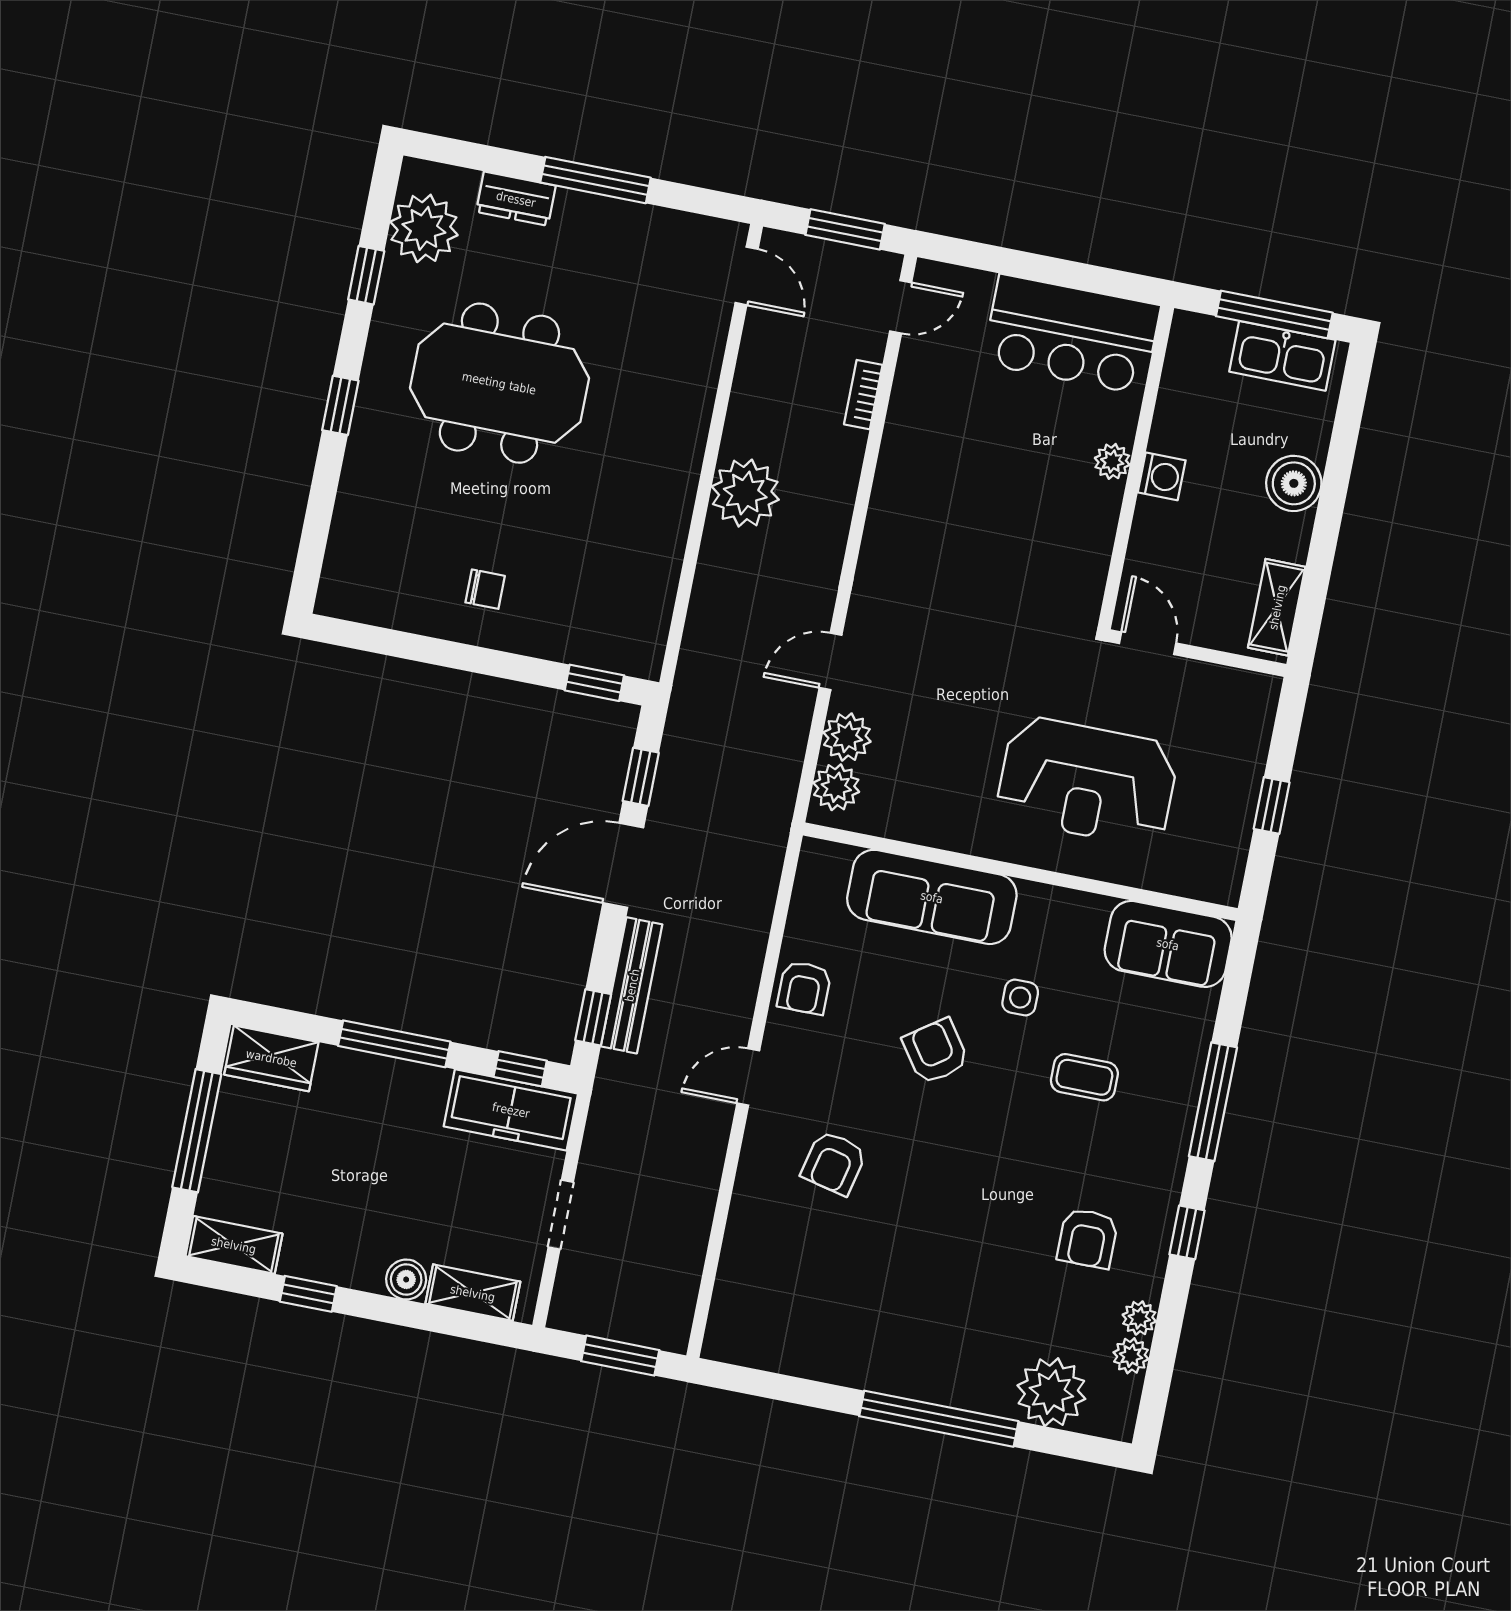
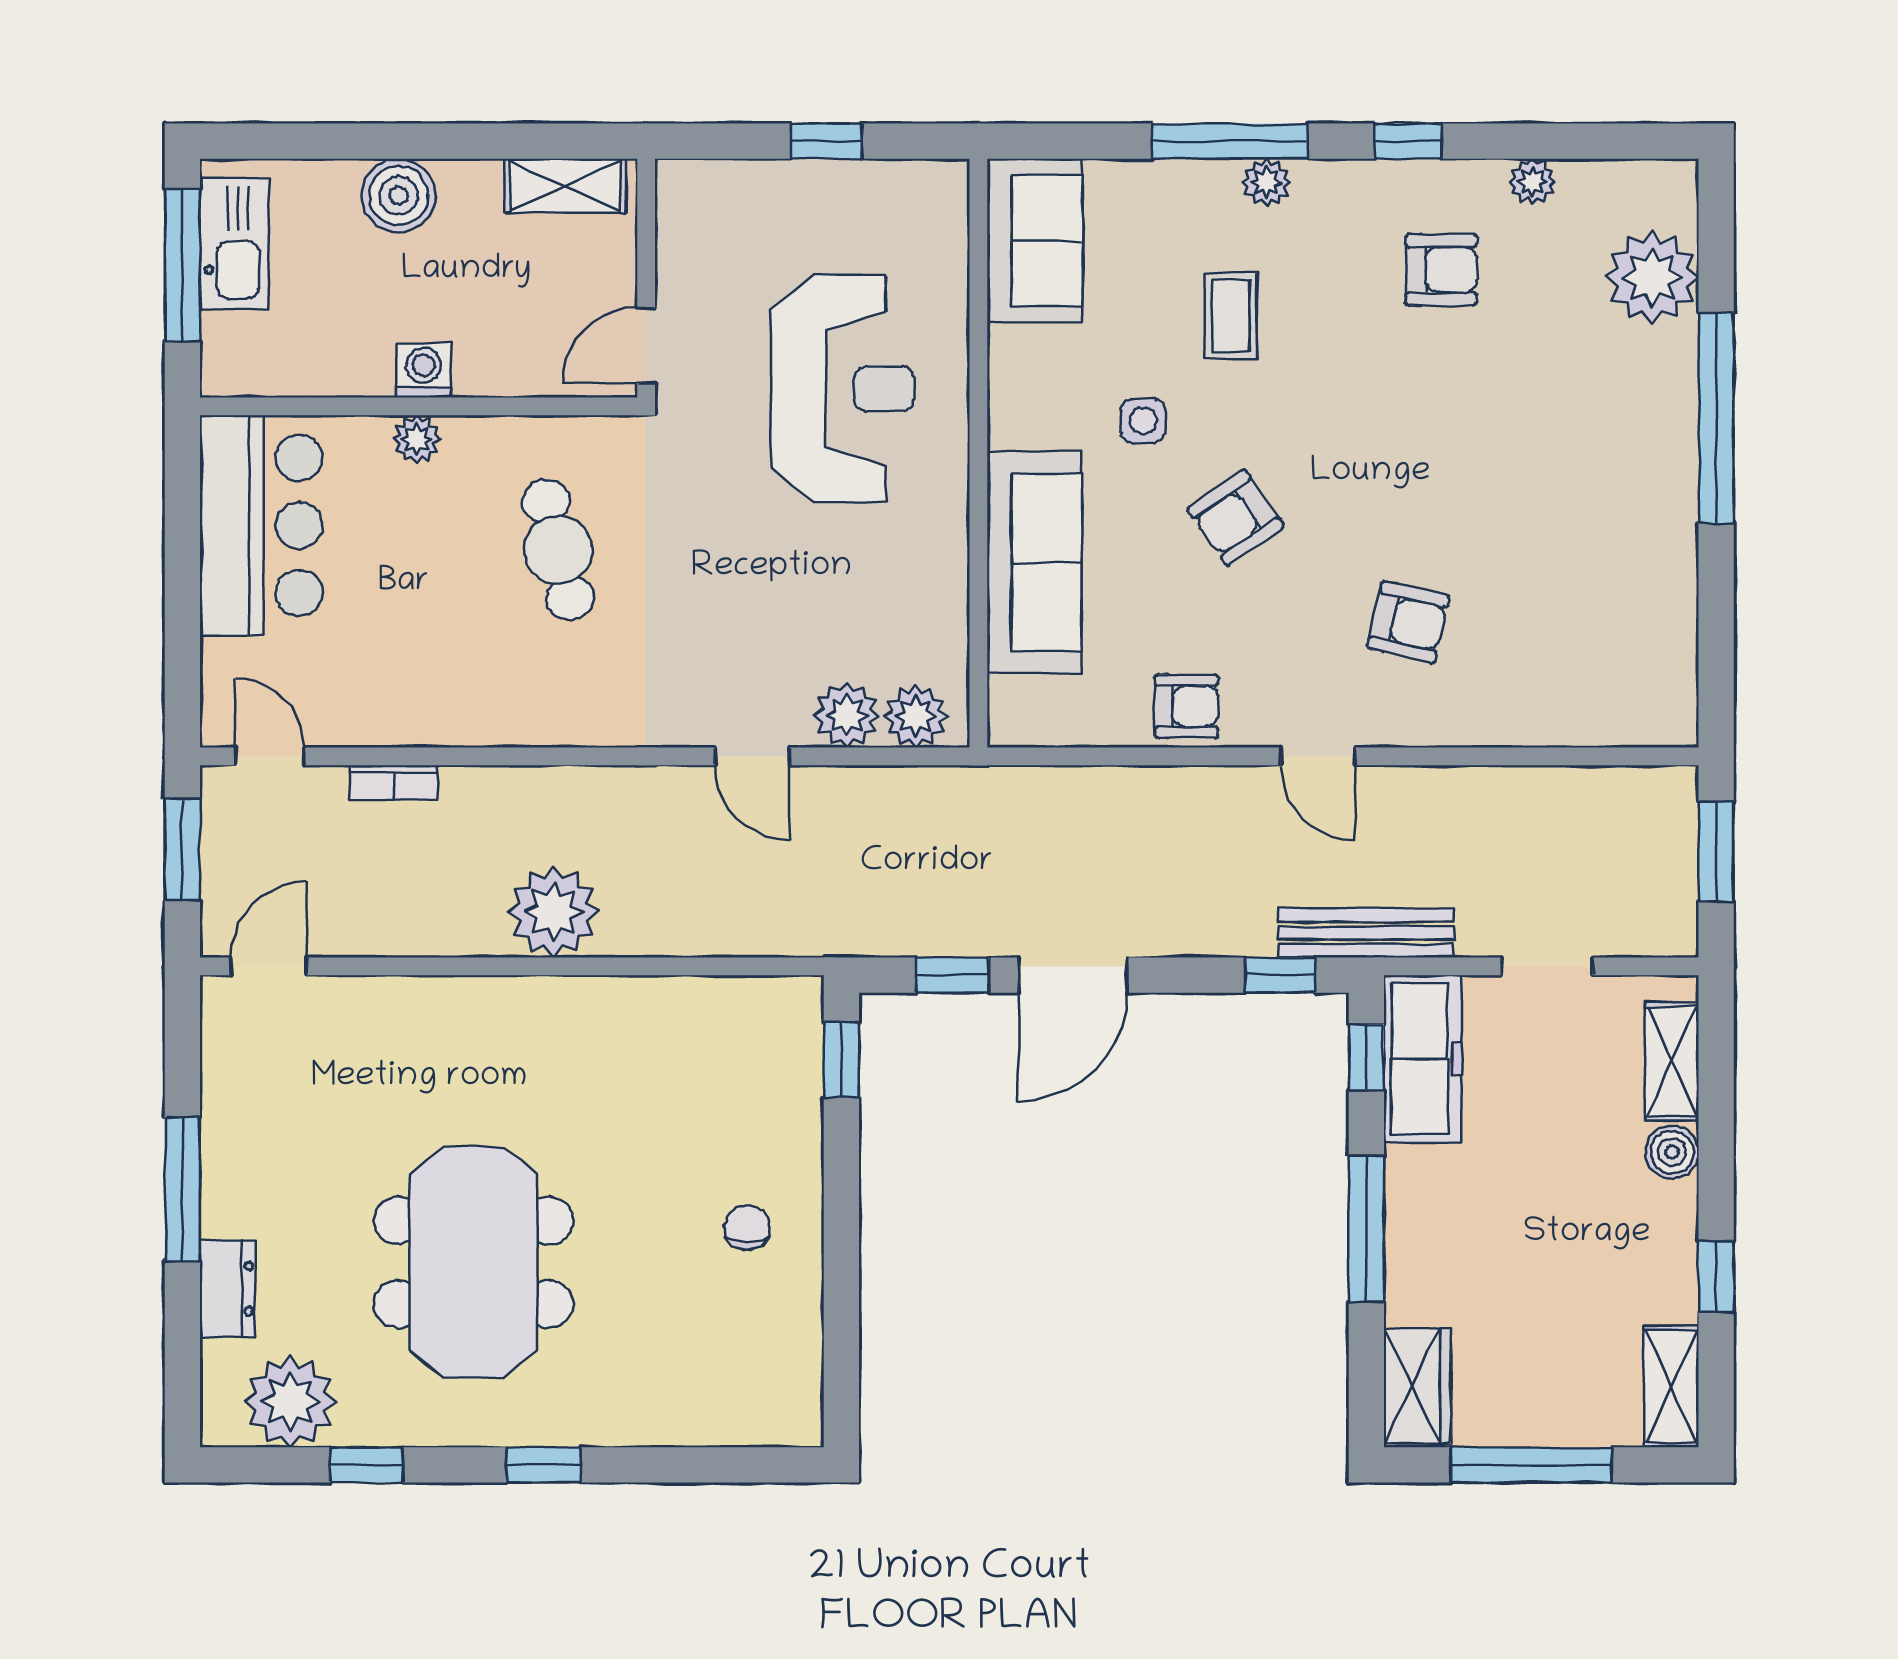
cafe table: (1010, 549) -> (558, 550), added
door: (623, 865) -> (1073, 975), hinge flipped
bench: (632, 985) -> (1366, 933), moved
plant: (1131, 1356) -> (1267, 183), moved

